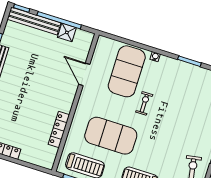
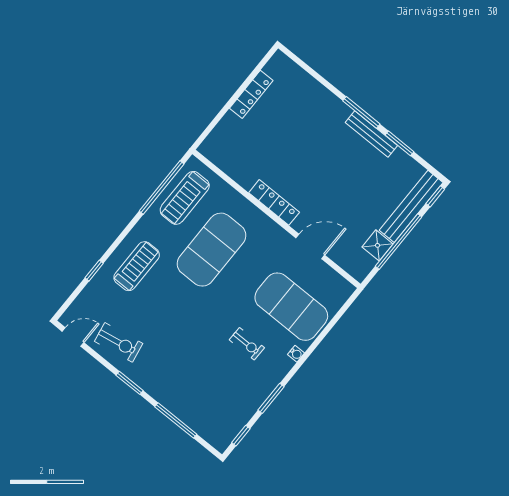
exercise bike: (144, 103) -> (247, 344), moved
locker: (59, 130) -> (274, 202), moved

